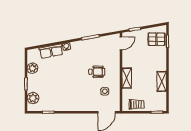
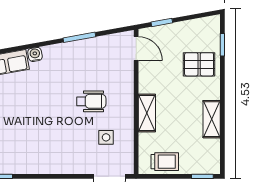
pallet: (157, 39) -> (199, 64), moved
door: (121, 43) -> (136, 48), hinge flipped

